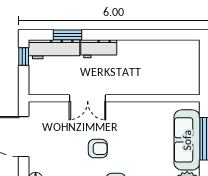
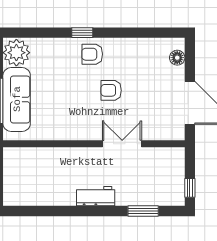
workbench: (54, 49) -> (158, 196), removed
workbench: (99, 49) -> (96, 196), moved

